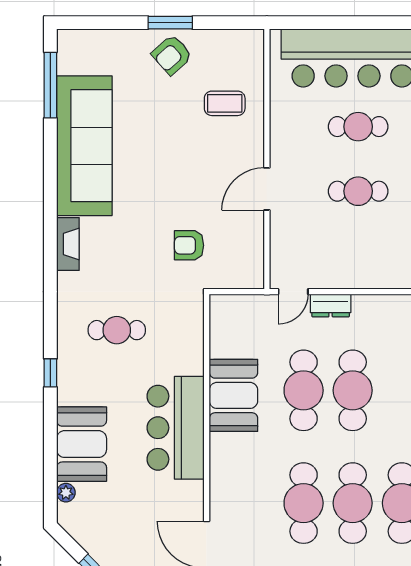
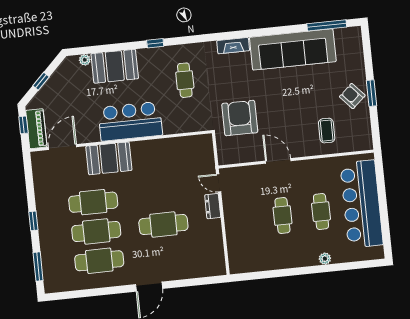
armchair: (189, 245) -> (240, 118), width x1.88, depth x1.88
cafe table: (304, 390) -> (160, 195), removed
booth: (233, 395) -> (109, 158), moved

